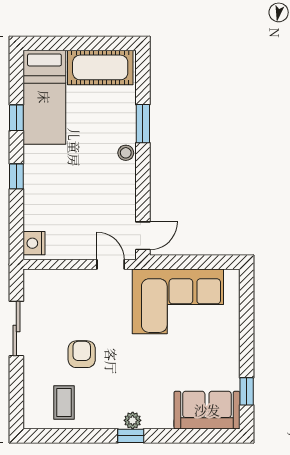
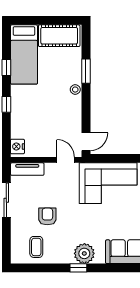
tv unit: (50, 279) -> (27, 169), added
plant: (133, 420) -> (84, 253), width x1.87, depth x1.87

